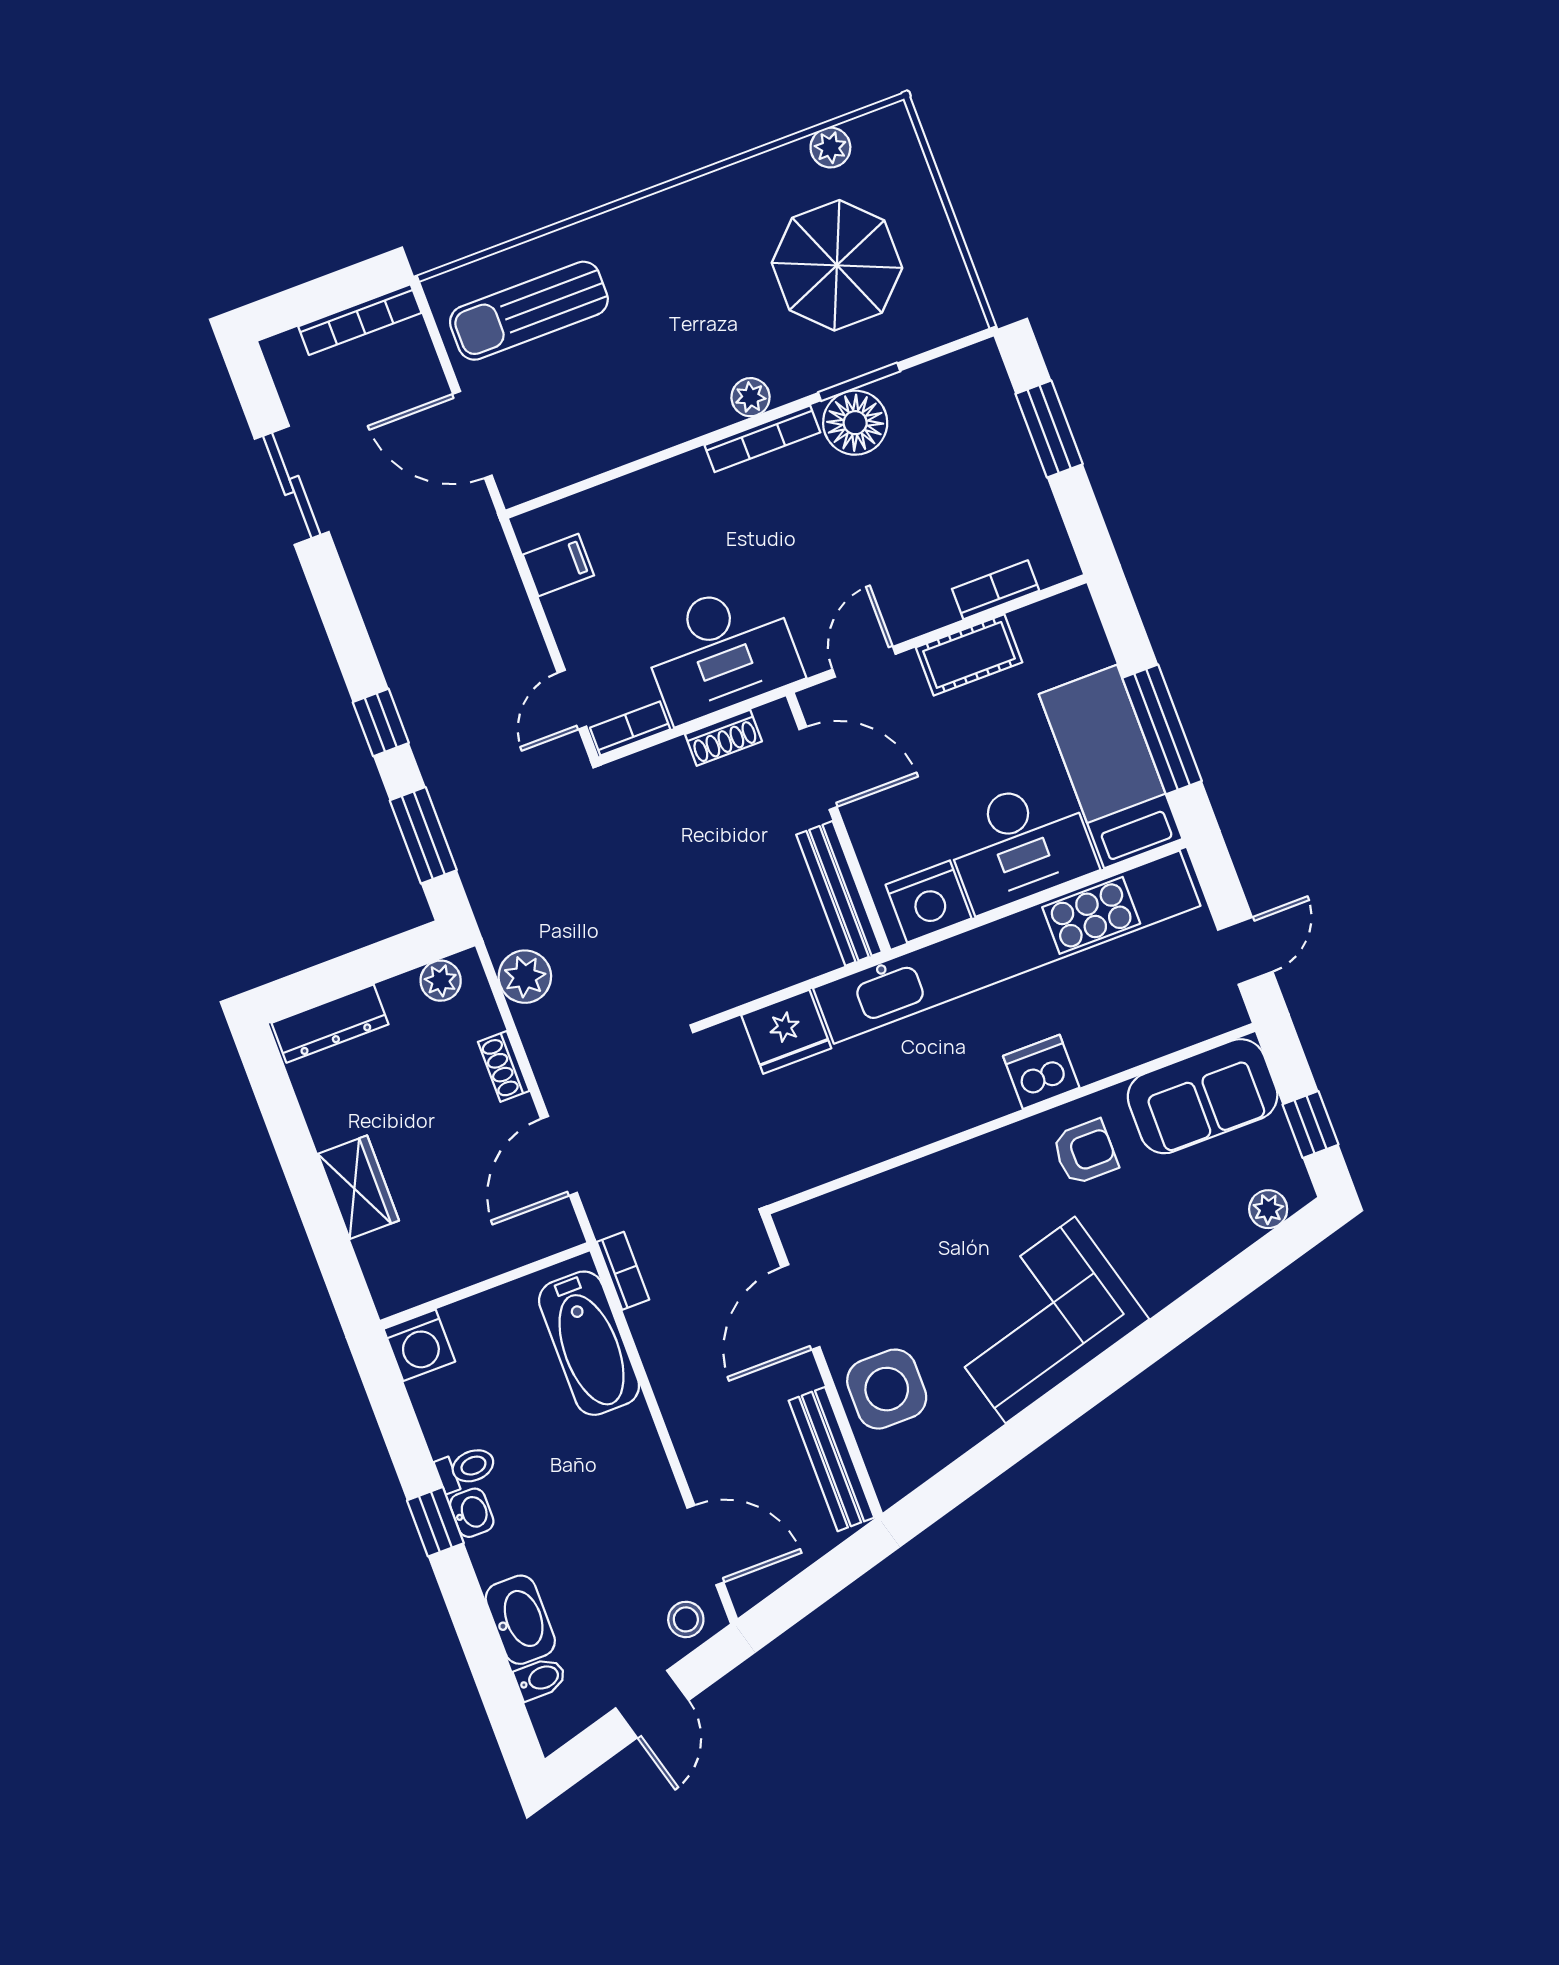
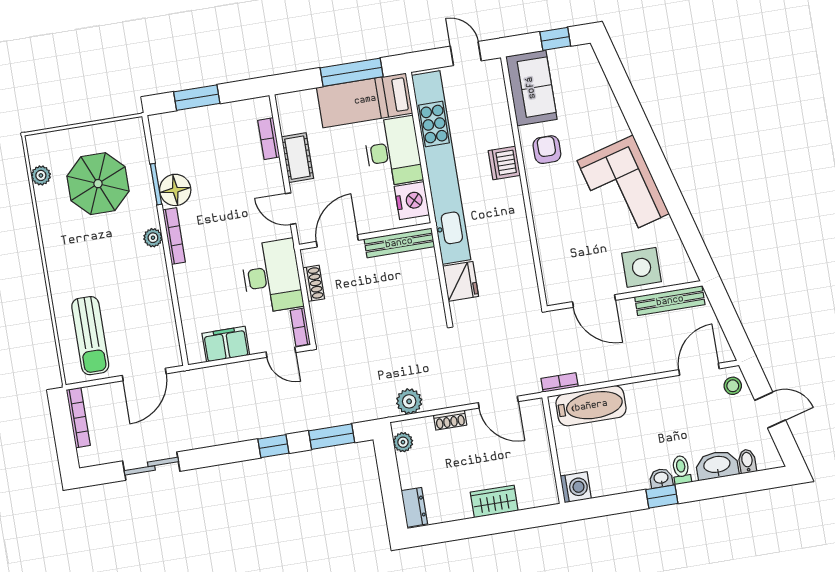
filing cabinet: (558, 565) -> (226, 344), width x2.00
dresser: (330, 1024) -> (414, 507), width x0.70
plant: (1268, 1209) -> (592, 67), removed
toilet: (466, 1468) -> (681, 470), moved

